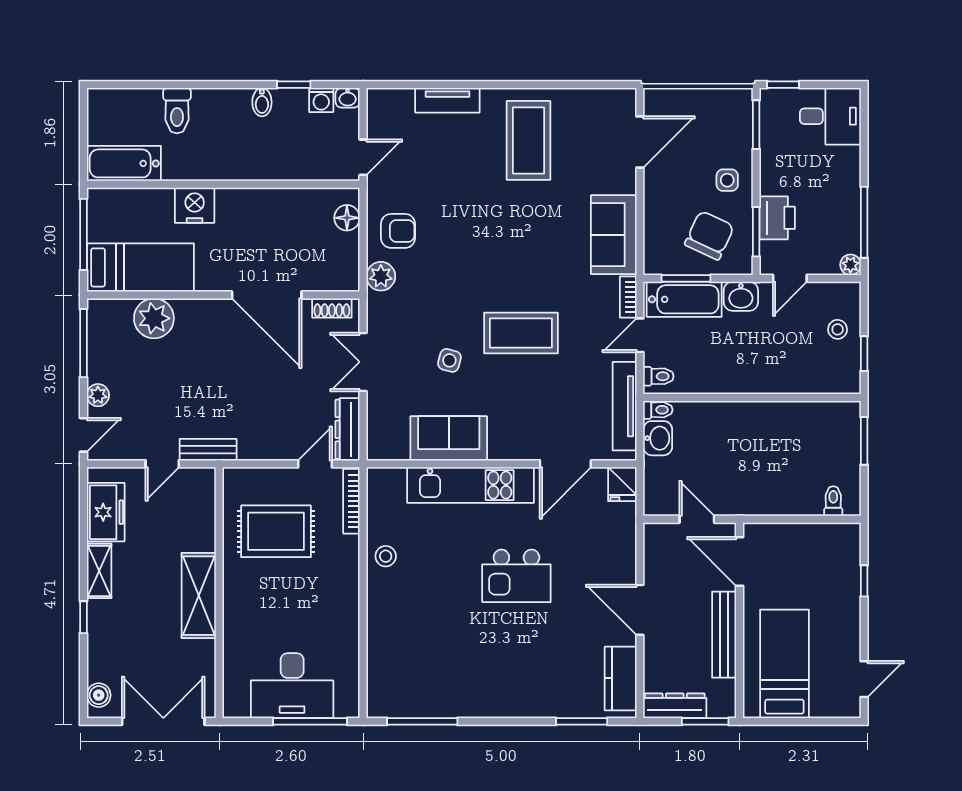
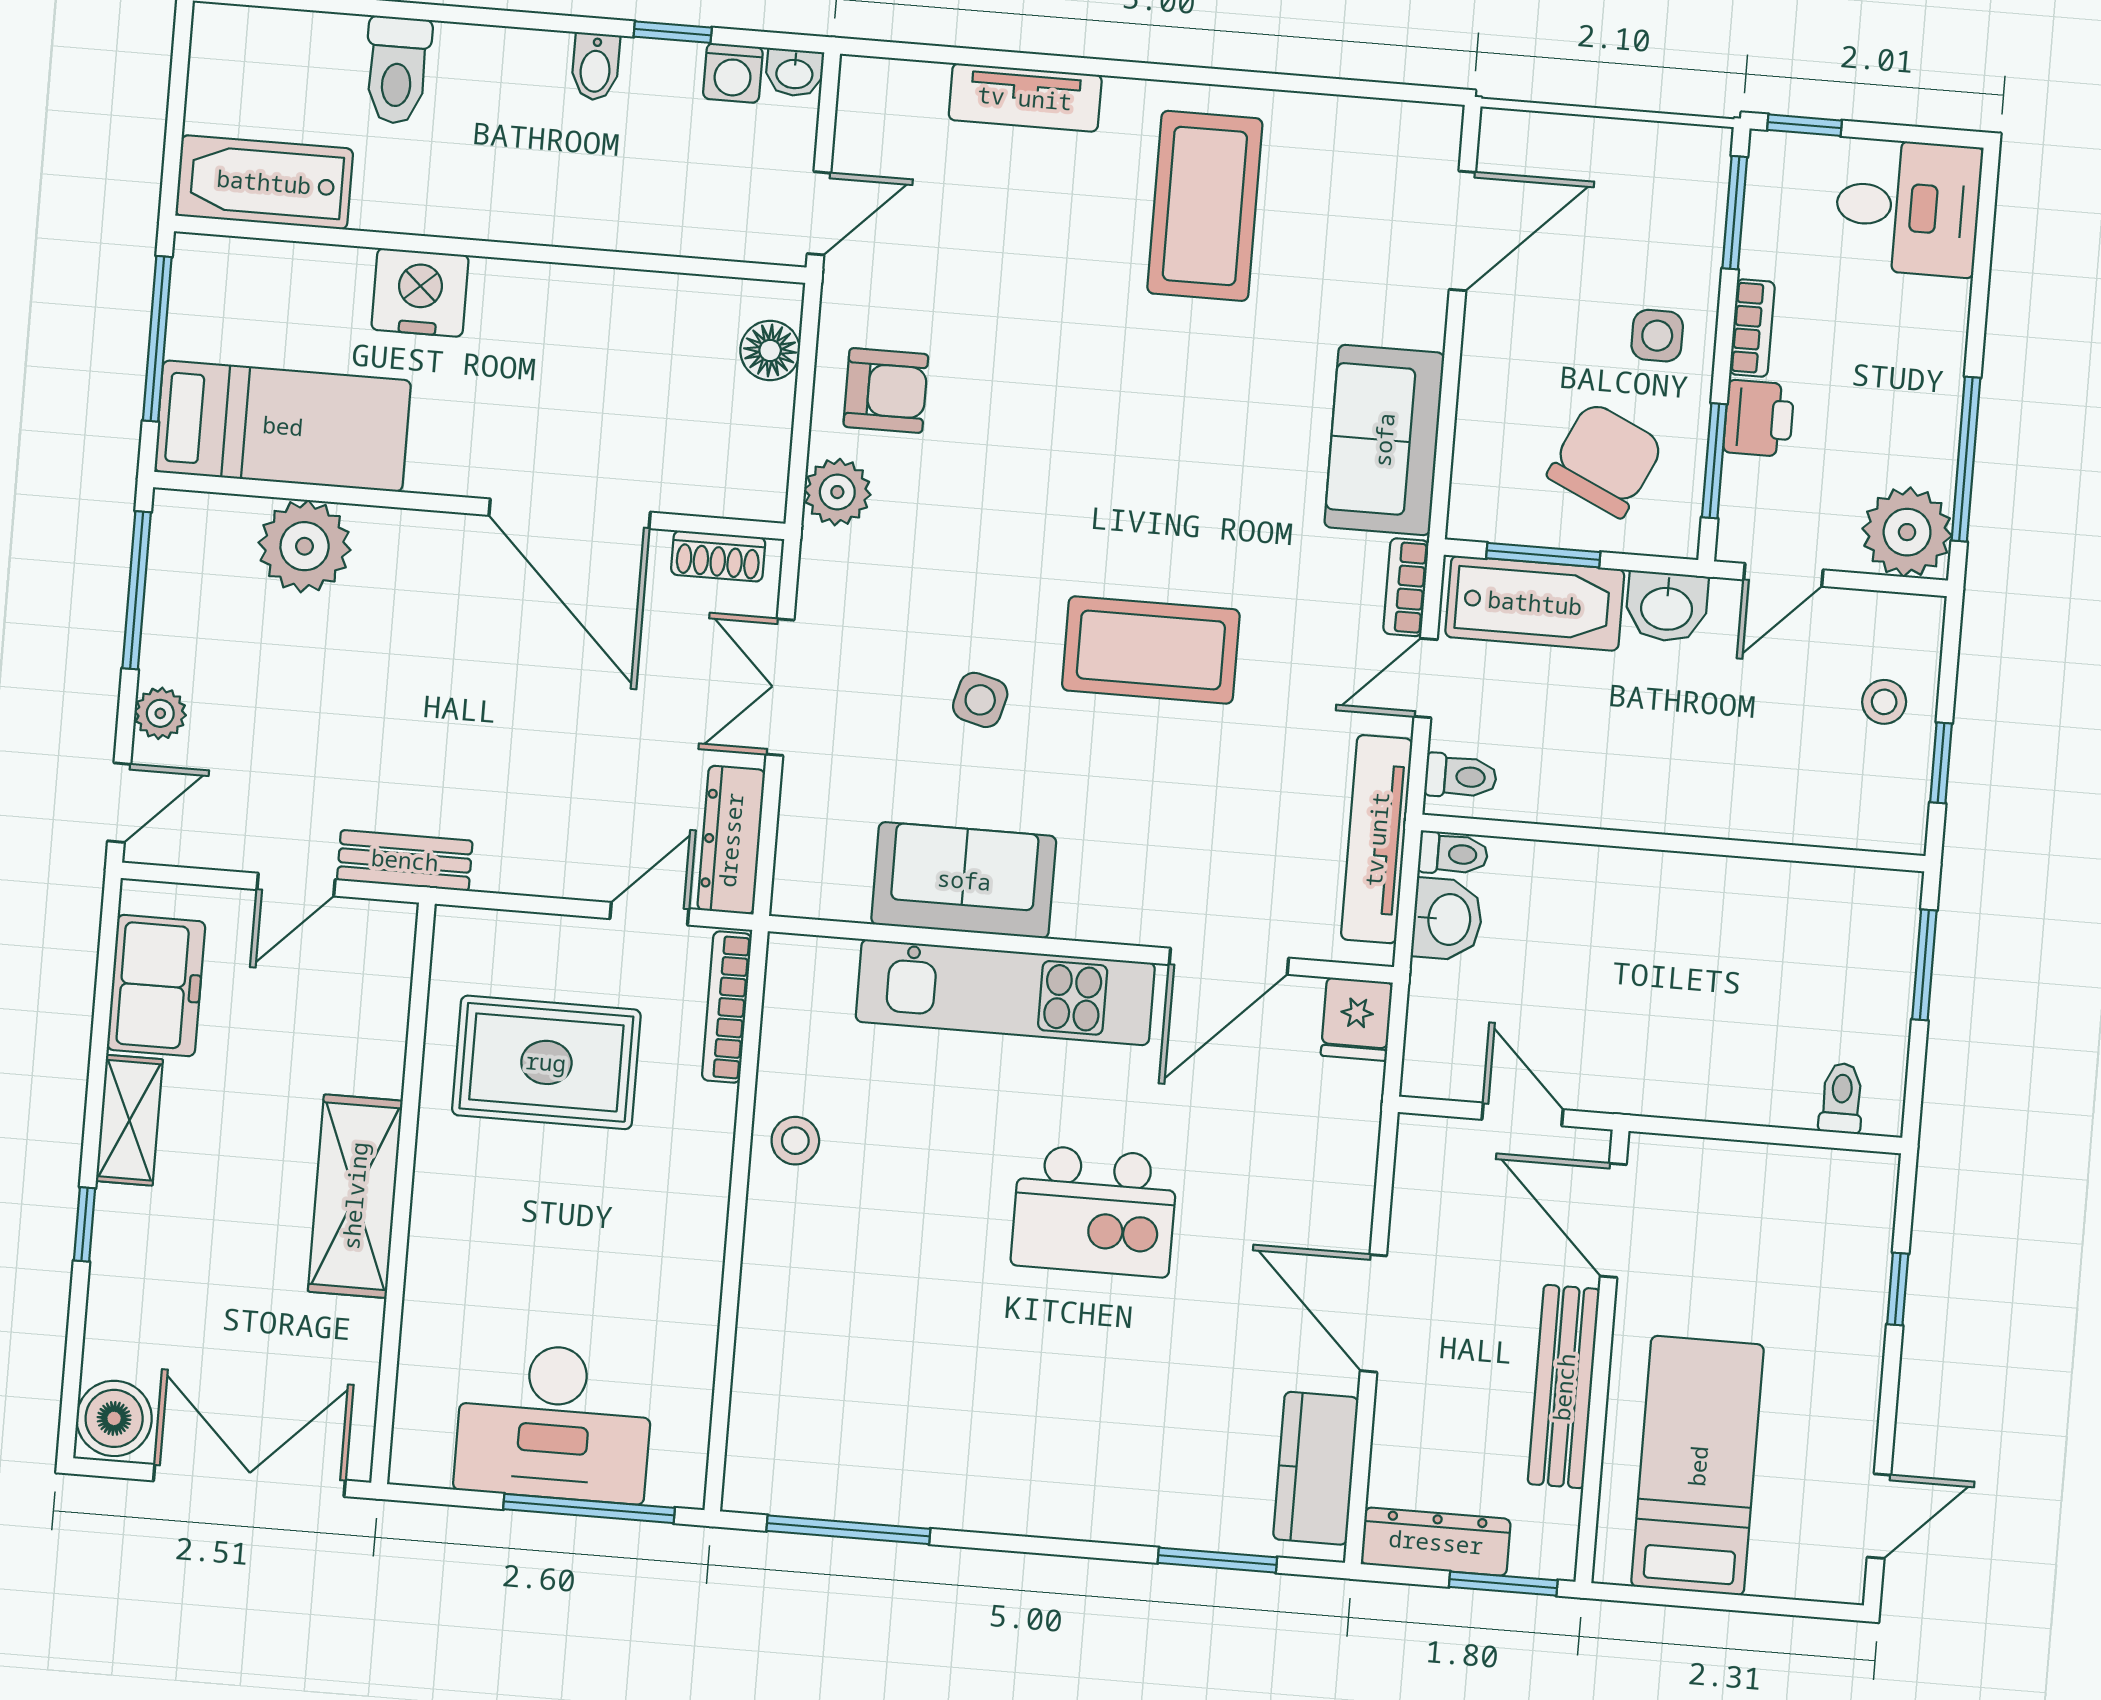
bookcase: (768, 174) -> (1752, 328), added
printer: (777, 218) -> (1759, 418), width x0.73, depth x0.81
plant: (850, 265) -> (1907, 532), width x1.87, depth x1.87
boiler: (99, 695) -> (114, 1418), width x1.36, depth x1.36

